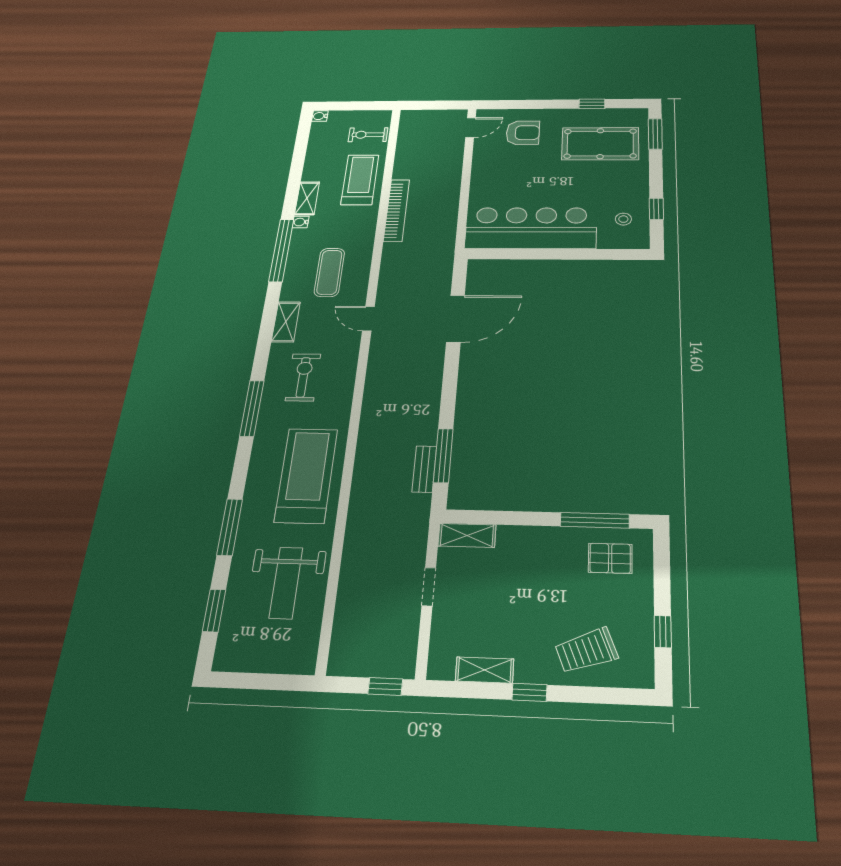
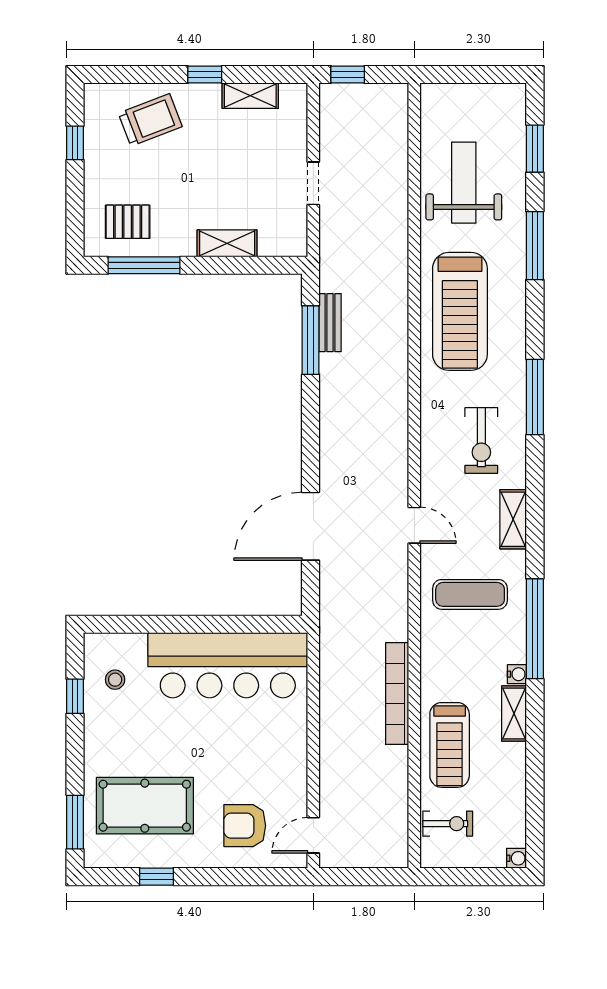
exercise mat: (329, 272) -> (470, 594), turned 90
shelving: (467, 535) -> (227, 243), moved

